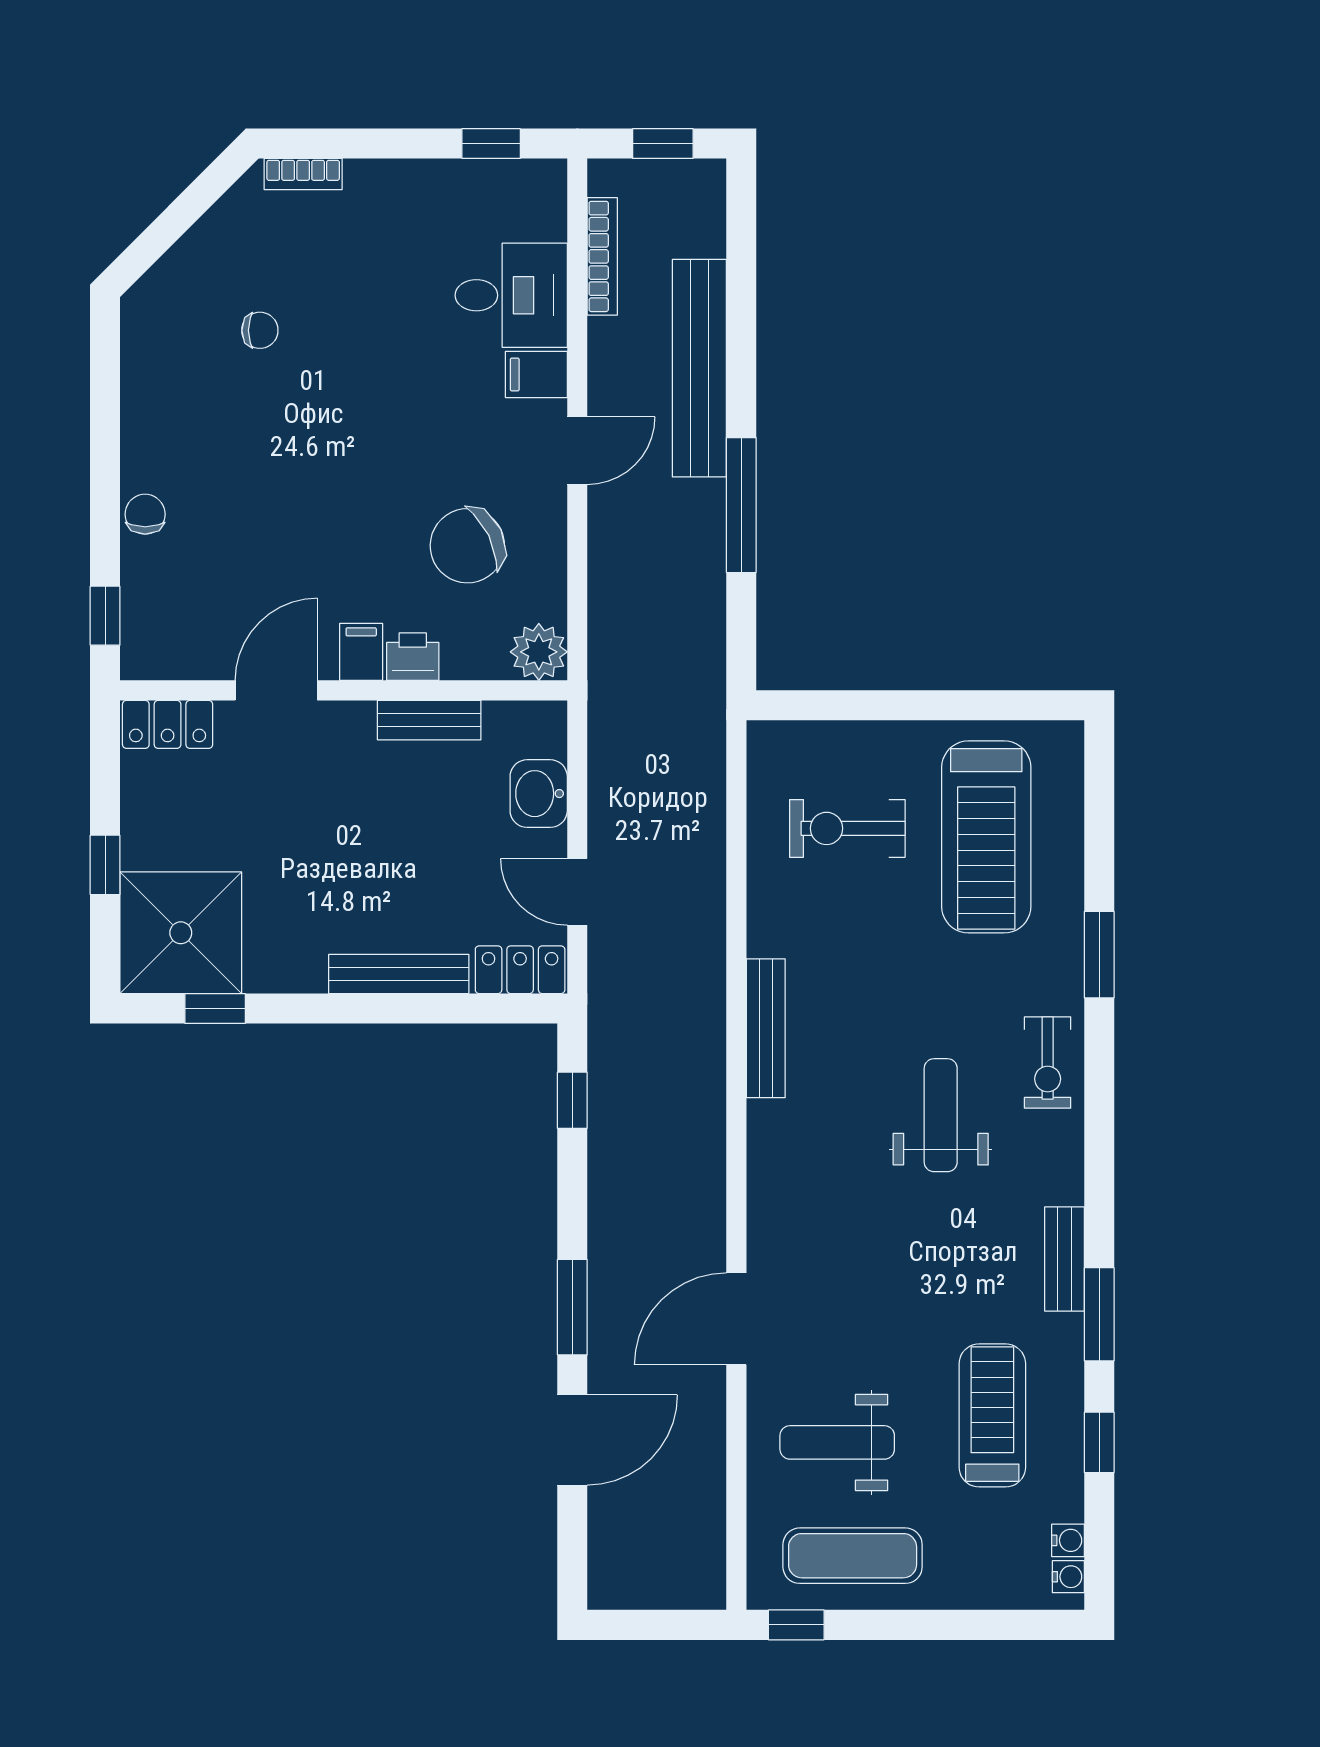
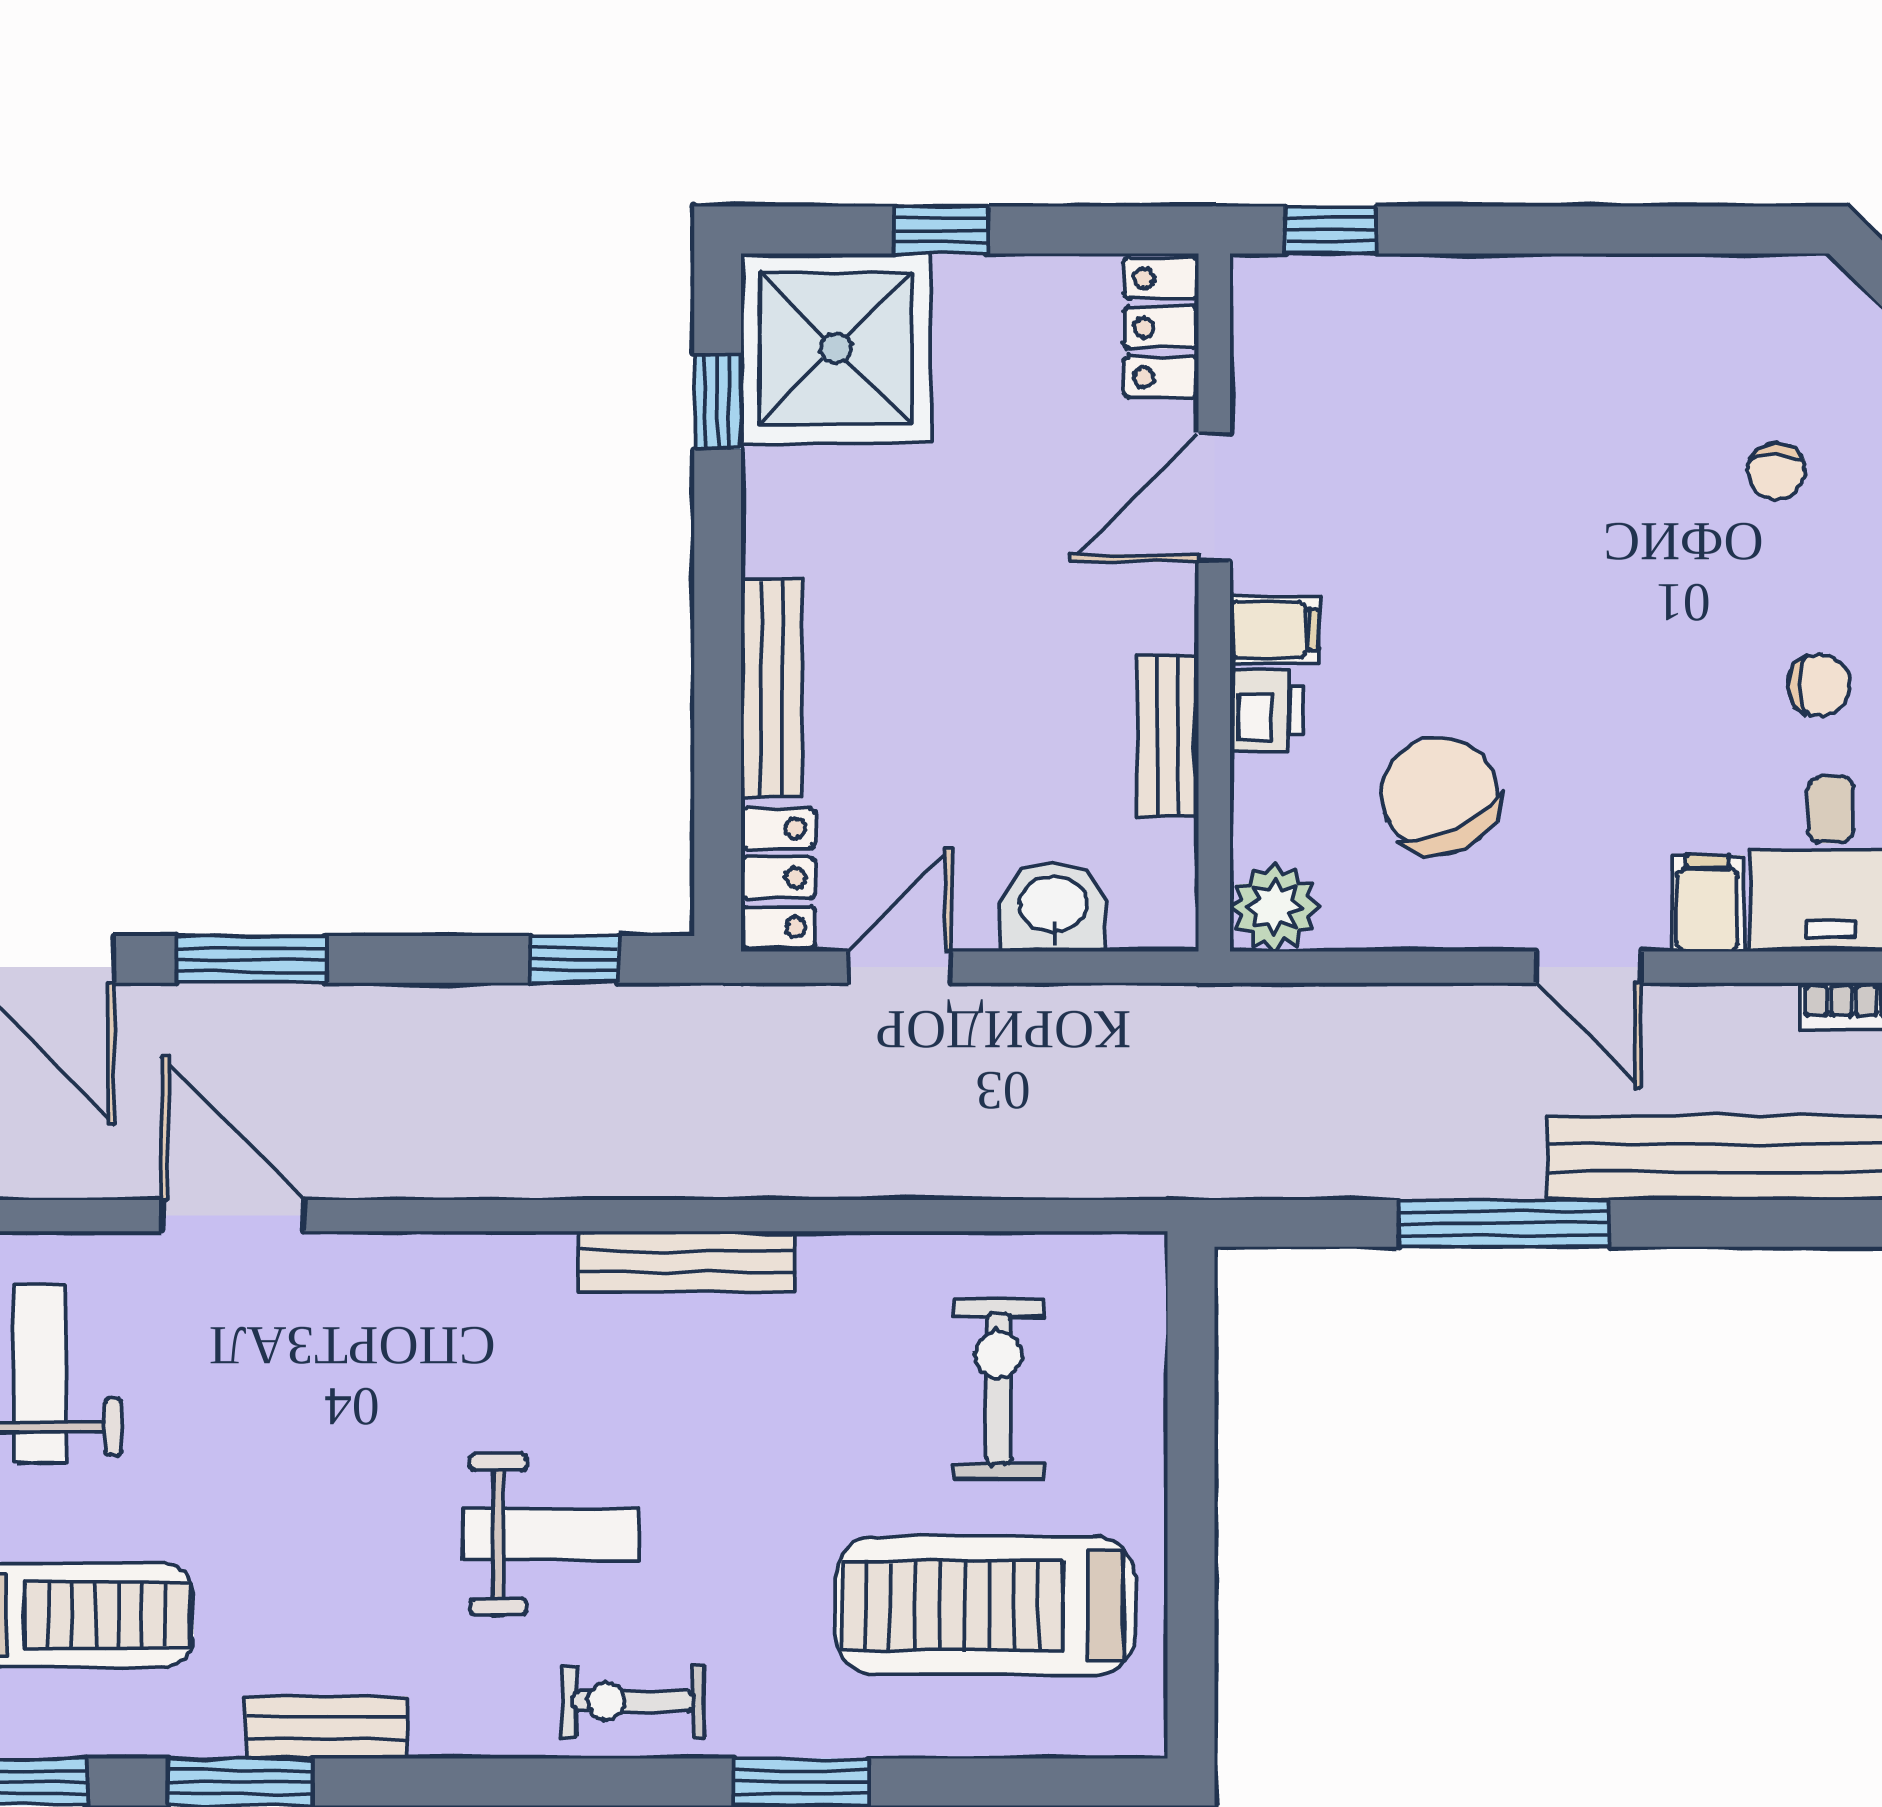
chair: (145, 514) -> (1819, 685), moved
door: (276, 690) -> (1214, 497), swing flipped

